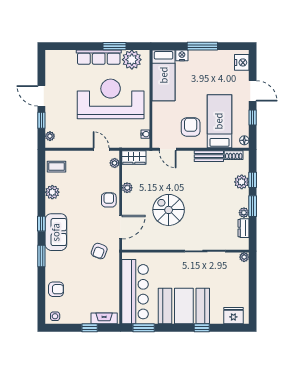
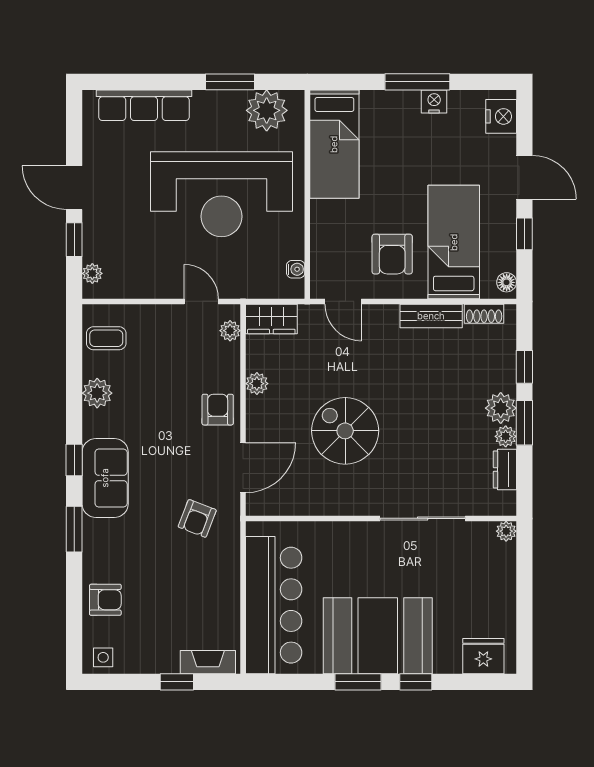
nightstand: (182, 55) -> (434, 102), moved
row of seats: (99, 57) -> (144, 105), moved
reception desk: (111, 99) -> (221, 194), turned 180
armchair: (191, 127) -> (392, 254), turned 180
plant: (242, 182) -> (501, 408), moved
window: (144, 328) -> (358, 682), moved

